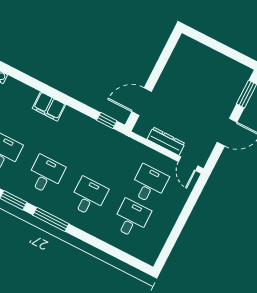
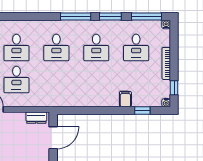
filing cabinet: (49, 106) -> (125, 99), width x0.50
window: (107, 120) -> (142, 111), moved
dresser: (166, 141) -> (36, 118), moved, width x0.70

